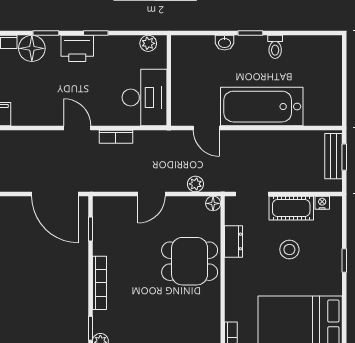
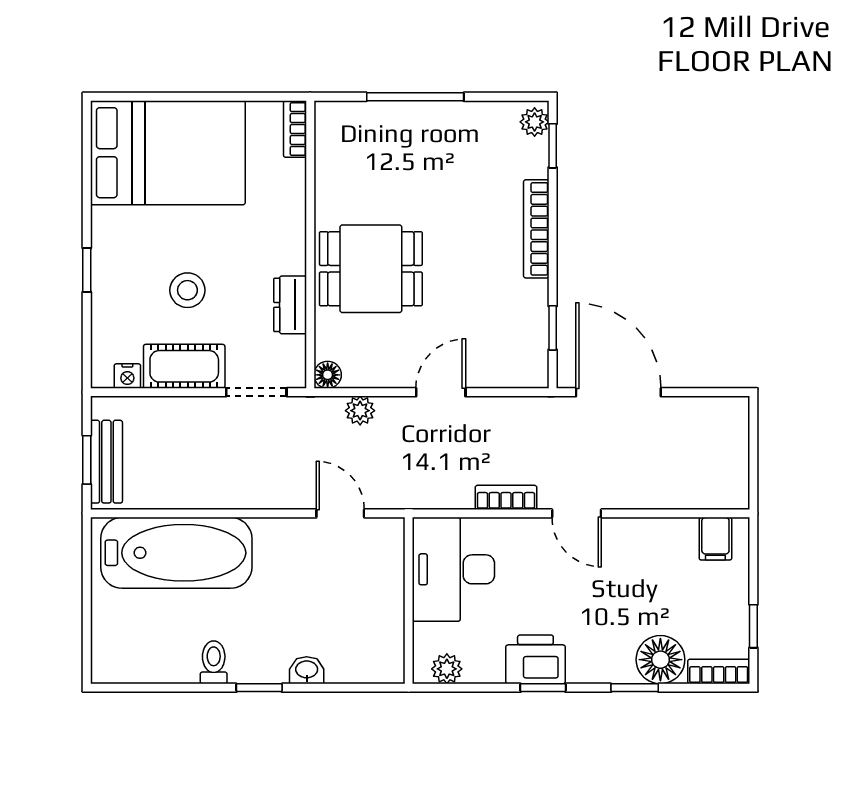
printer: (77, 48) -> (535, 659), moved
bathtub: (262, 107) -> (176, 553), moved

